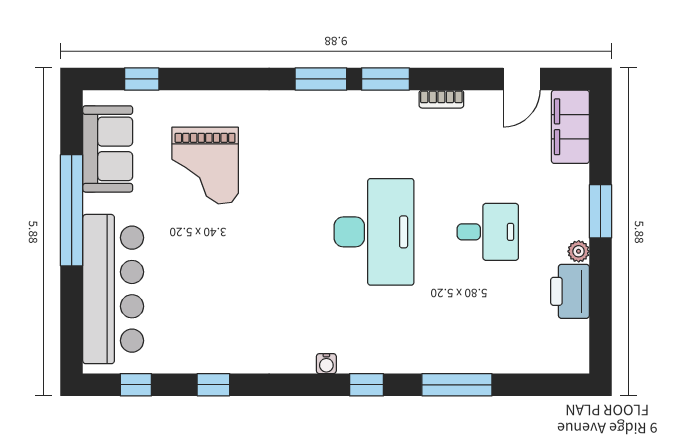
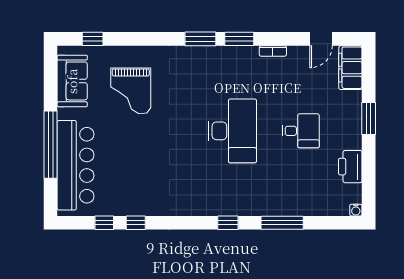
window: (72, 210) -> (51, 145), moved
plant: (579, 251) -> (355, 143), removed
water cooler: (326, 364) -> (356, 210), moved
window: (136, 385) -> (104, 223), moved

